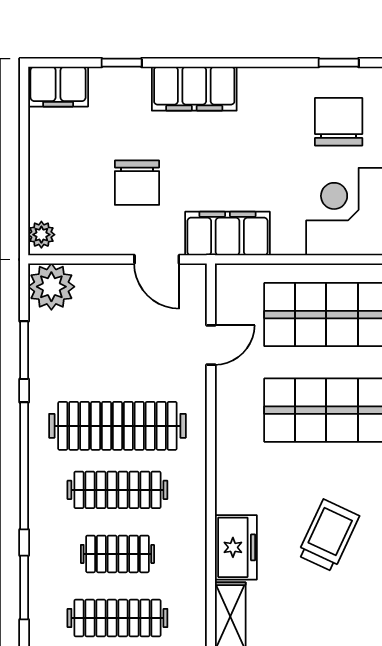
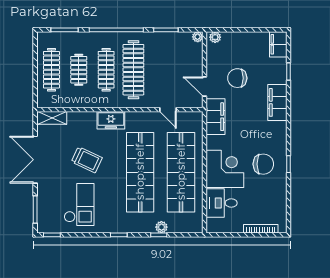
door: (157, 259) -> (205, 86), hinge flipped
plant: (51, 287) -> (198, 37), width x0.53, depth x0.53
freezer: (236, 547) -> (111, 120), moved

